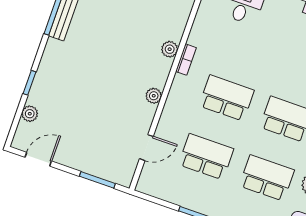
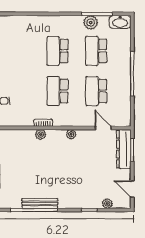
dresser: (103, 168) -> (124, 149), added

